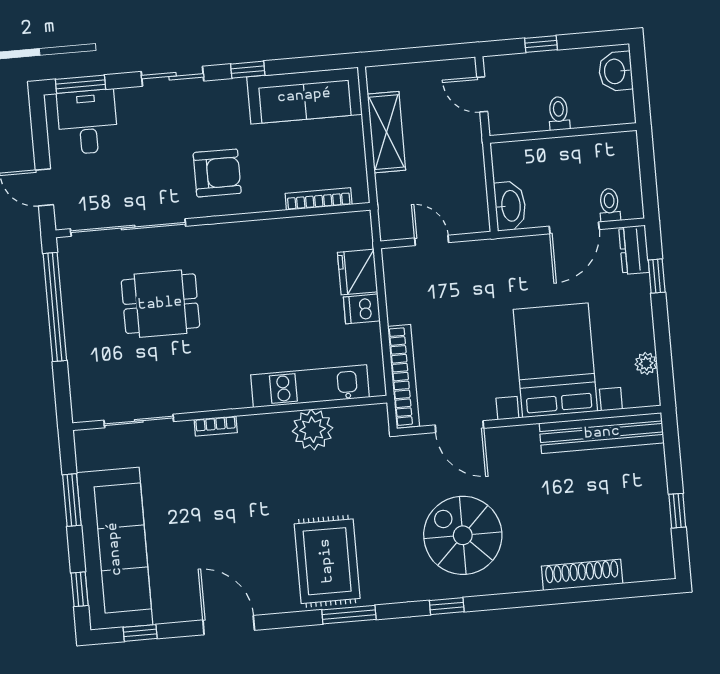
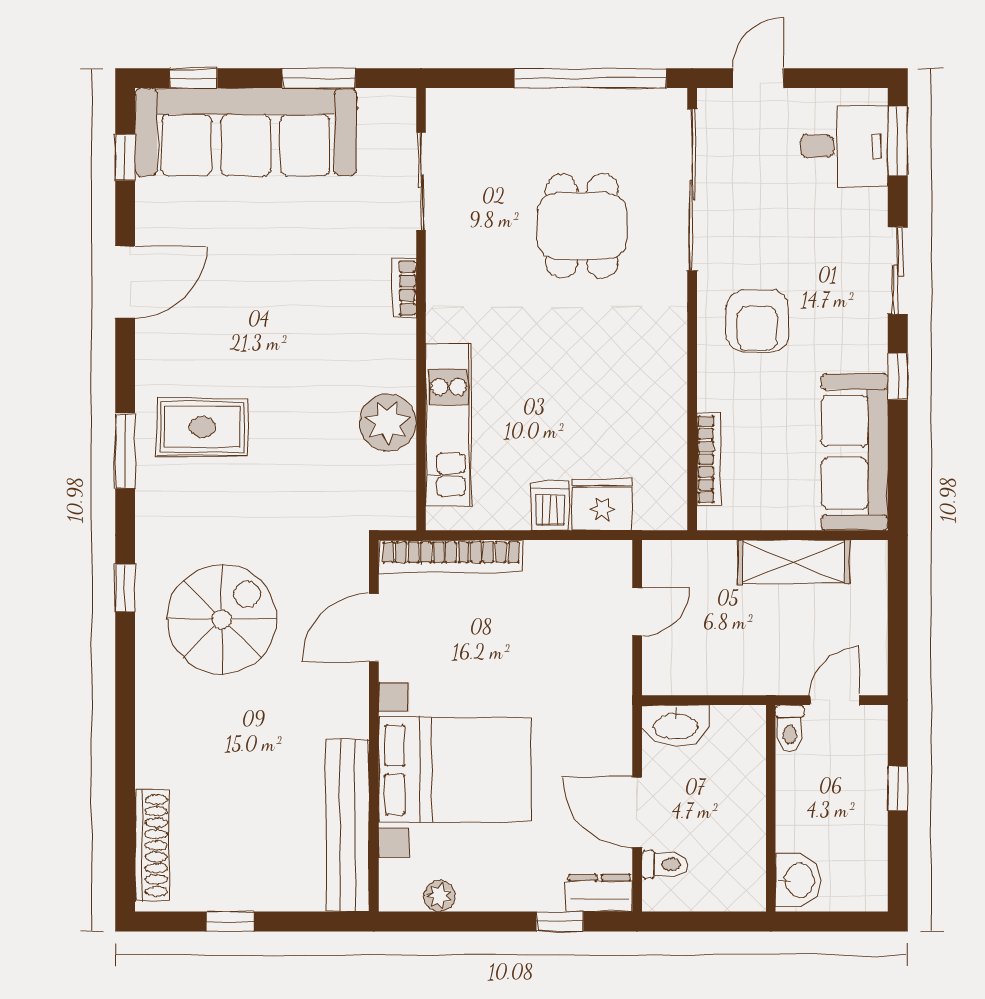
washbasin: (616, 71) -> (798, 880), moved, turned 90
toilet: (559, 113) -> (790, 728), moved, turned 90
rug: (327, 561) -> (202, 427), width x0.73, depth x0.70
shoe rack: (582, 575) -> (152, 845), moved

